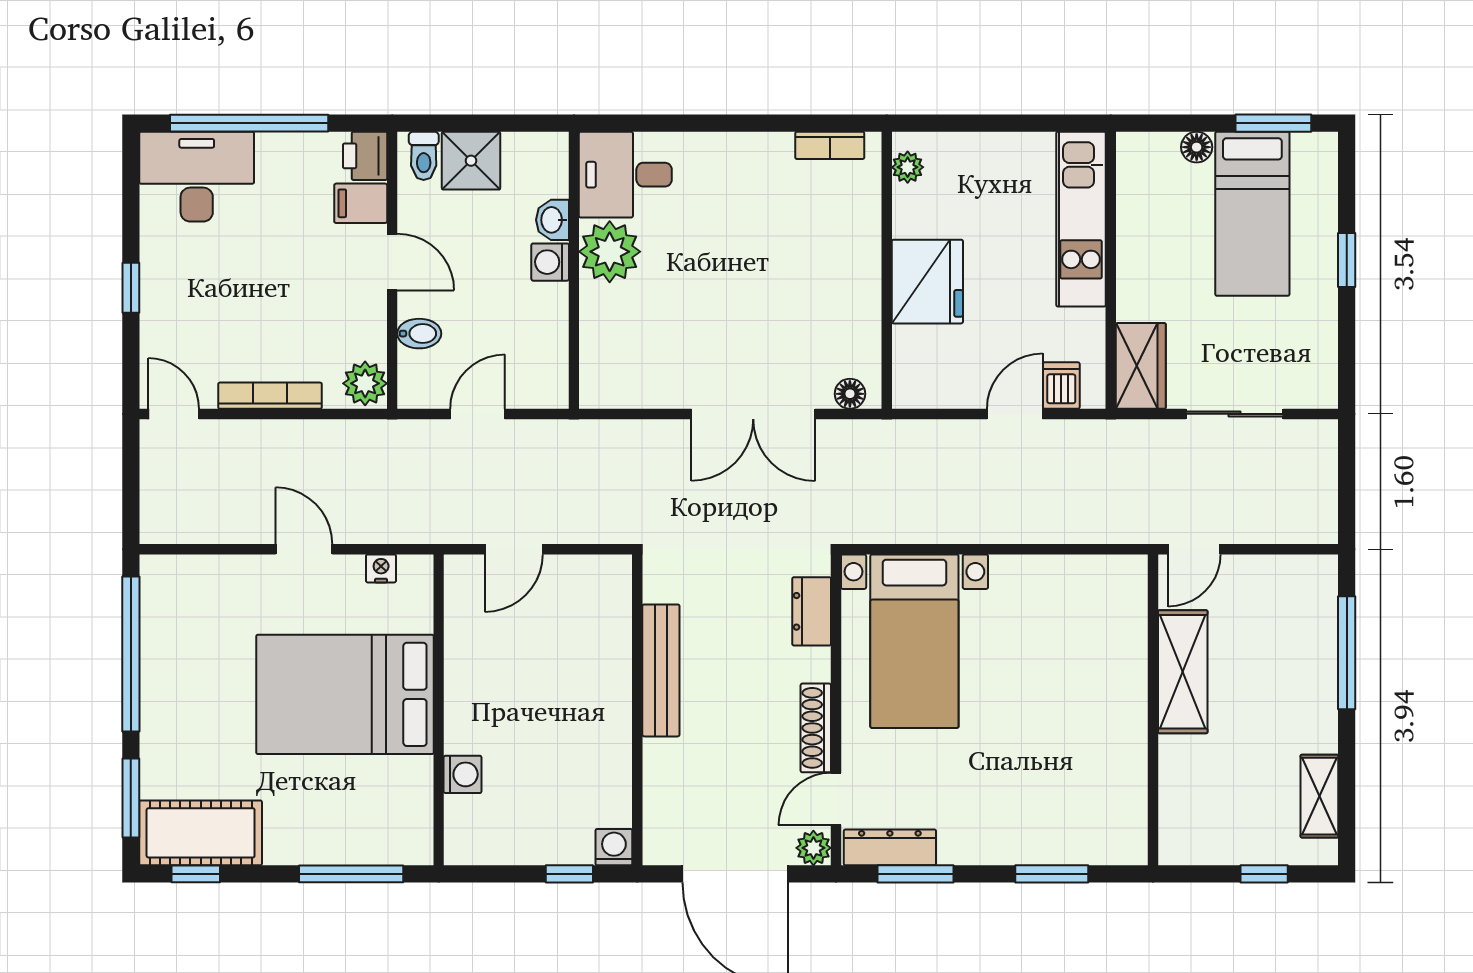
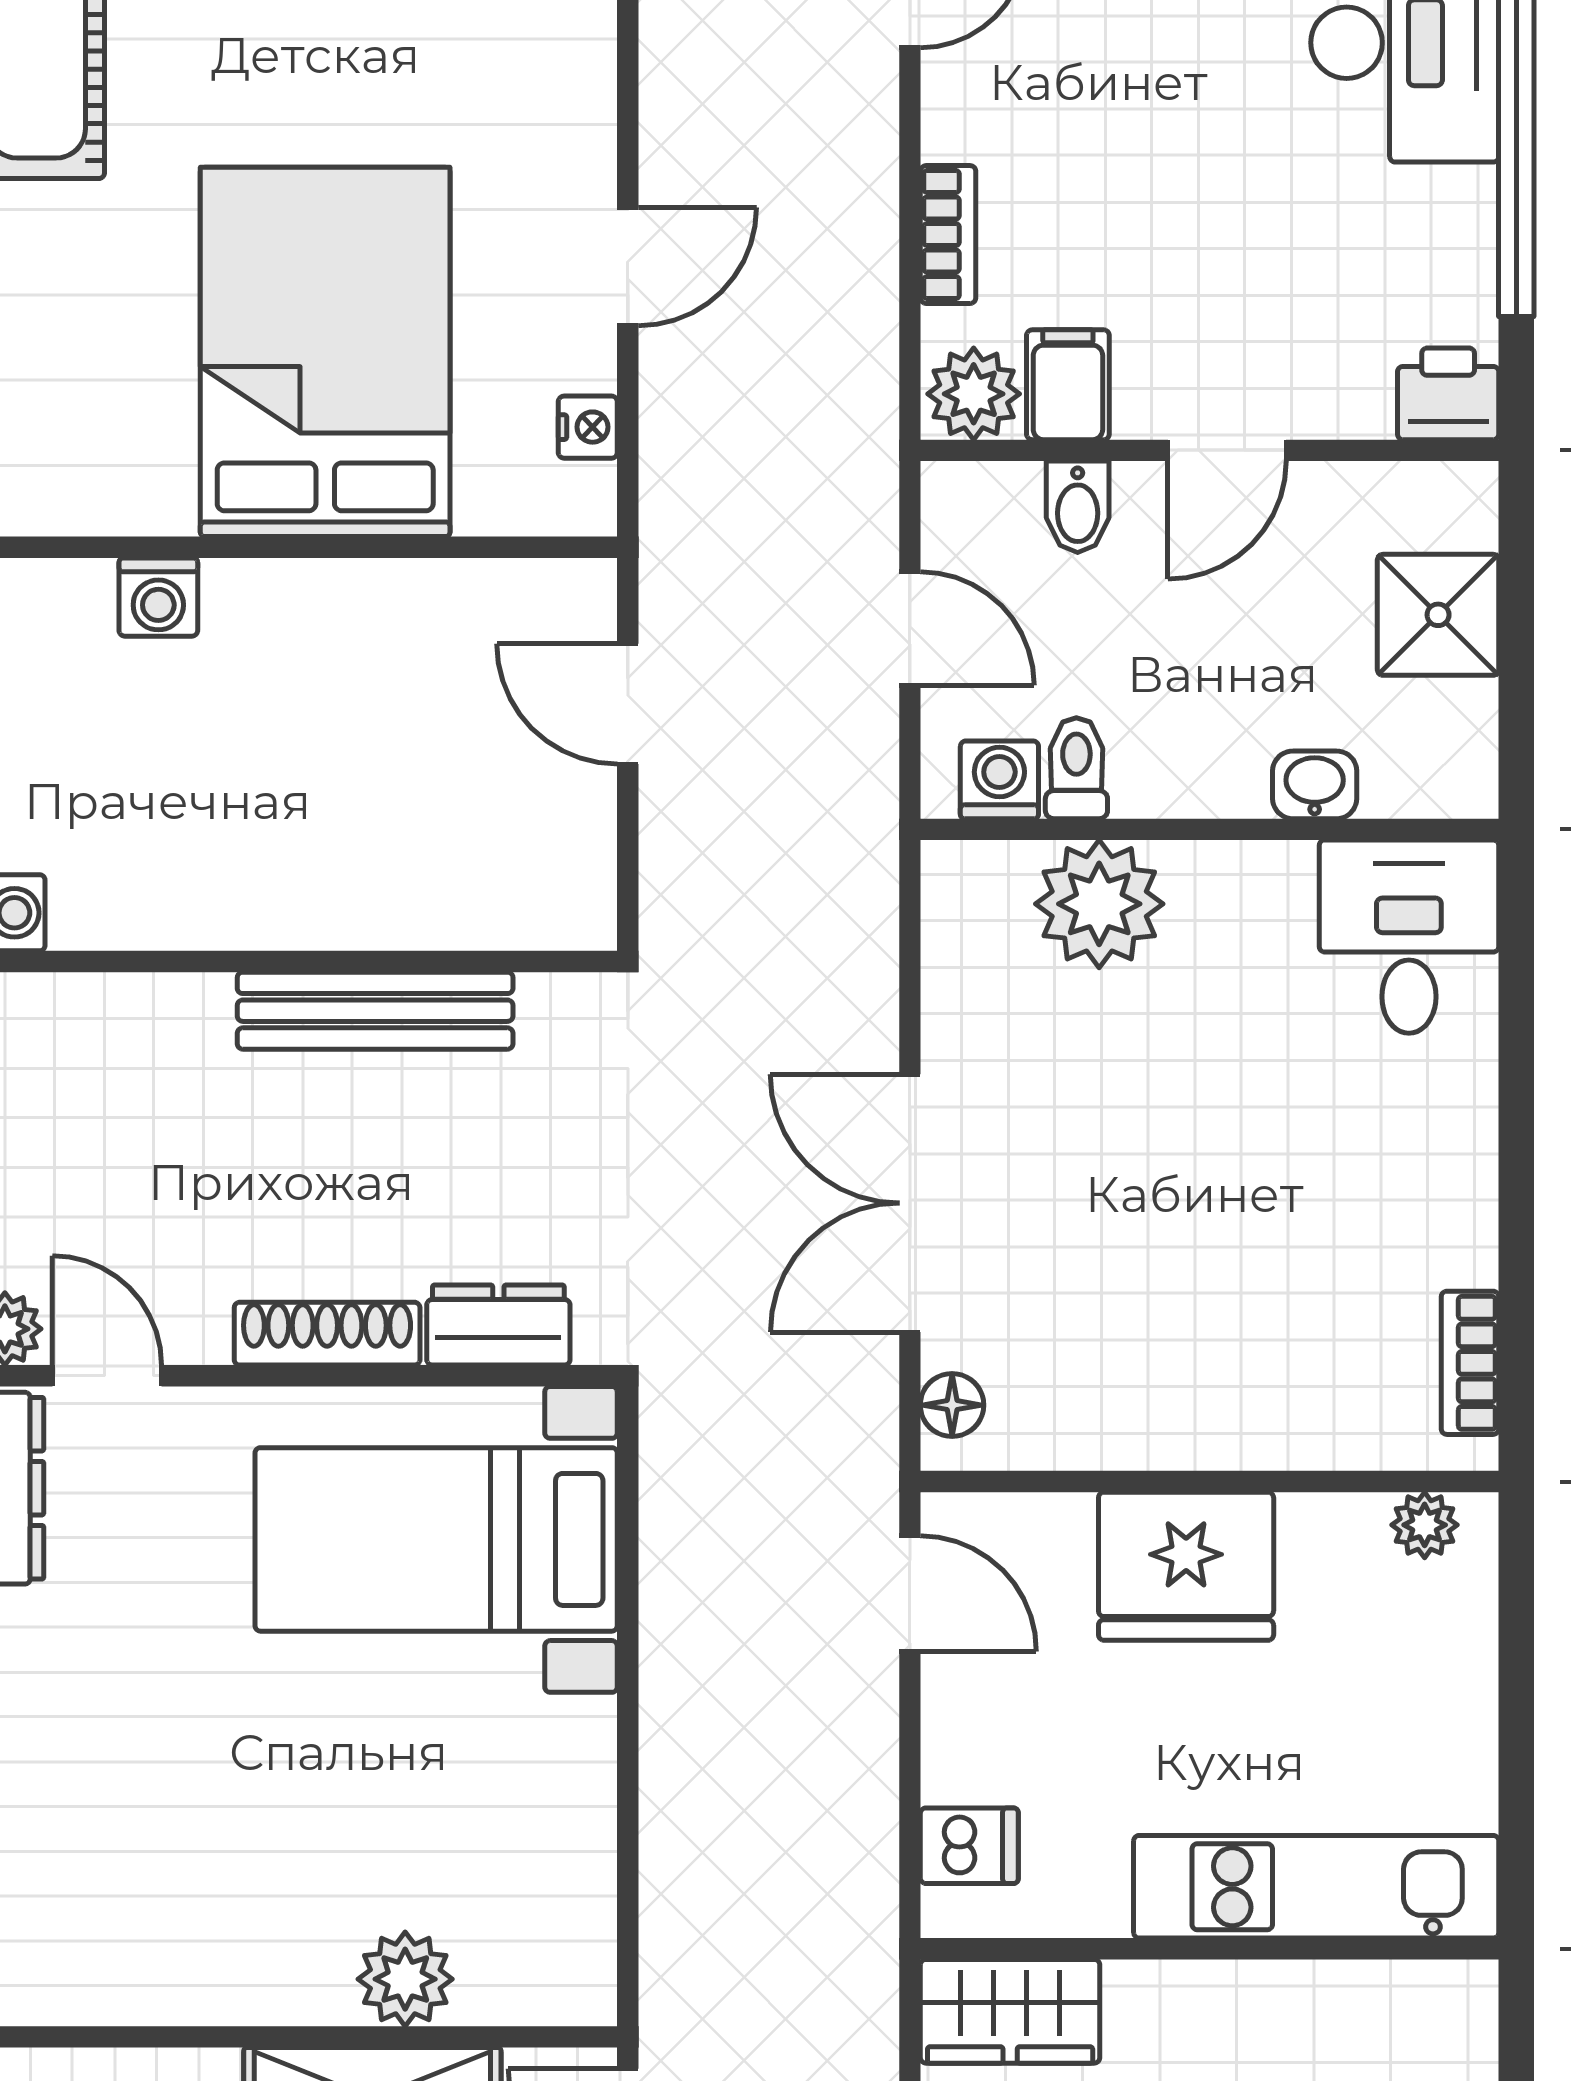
toilet: (424, 156) -> (1076, 768), moved, turned 90
filing cabinet: (361, 203) -> (1068, 385), moved
plant: (610, 252) -> (1099, 904), moved
washing machine: (550, 262) -> (999, 780), moved
bookcase: (270, 396) -> (948, 235), width x0.64
door: (1015, 414) -> (910, 1594), moved
plant: (1125, 656) -> (405, 1979), added
shoe rack: (816, 728) -> (327, 1334), moved

